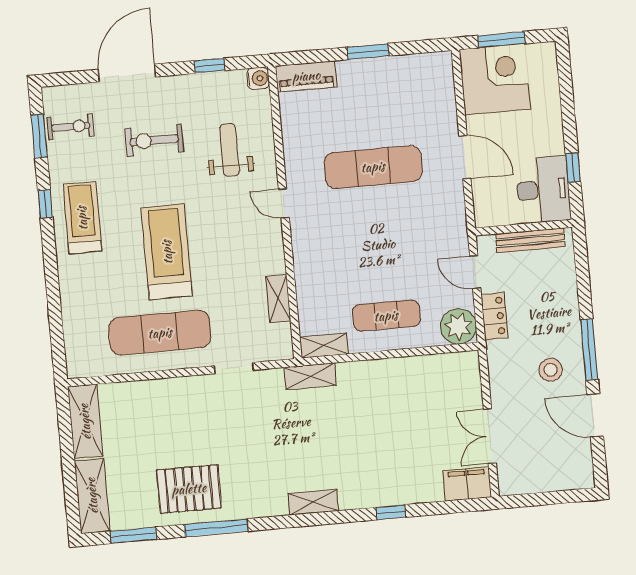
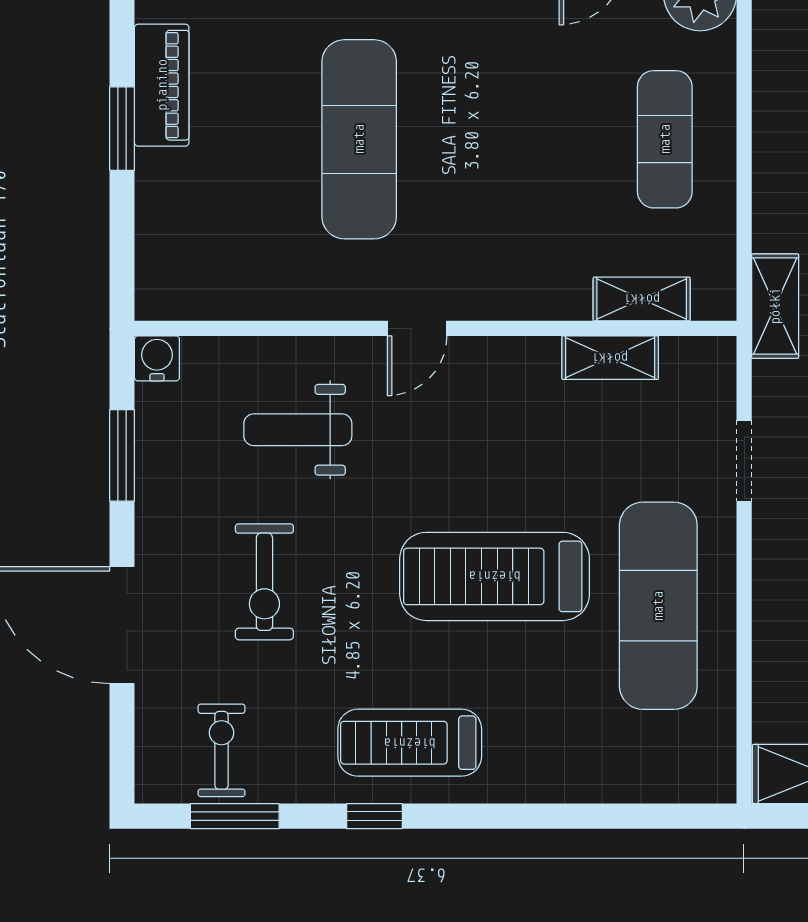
window: (209, 66) -> (122, 455), width x1.50
piano: (306, 76) -> (162, 85), moved
shelving: (324, 346) -> (642, 299), moved, turned 90

